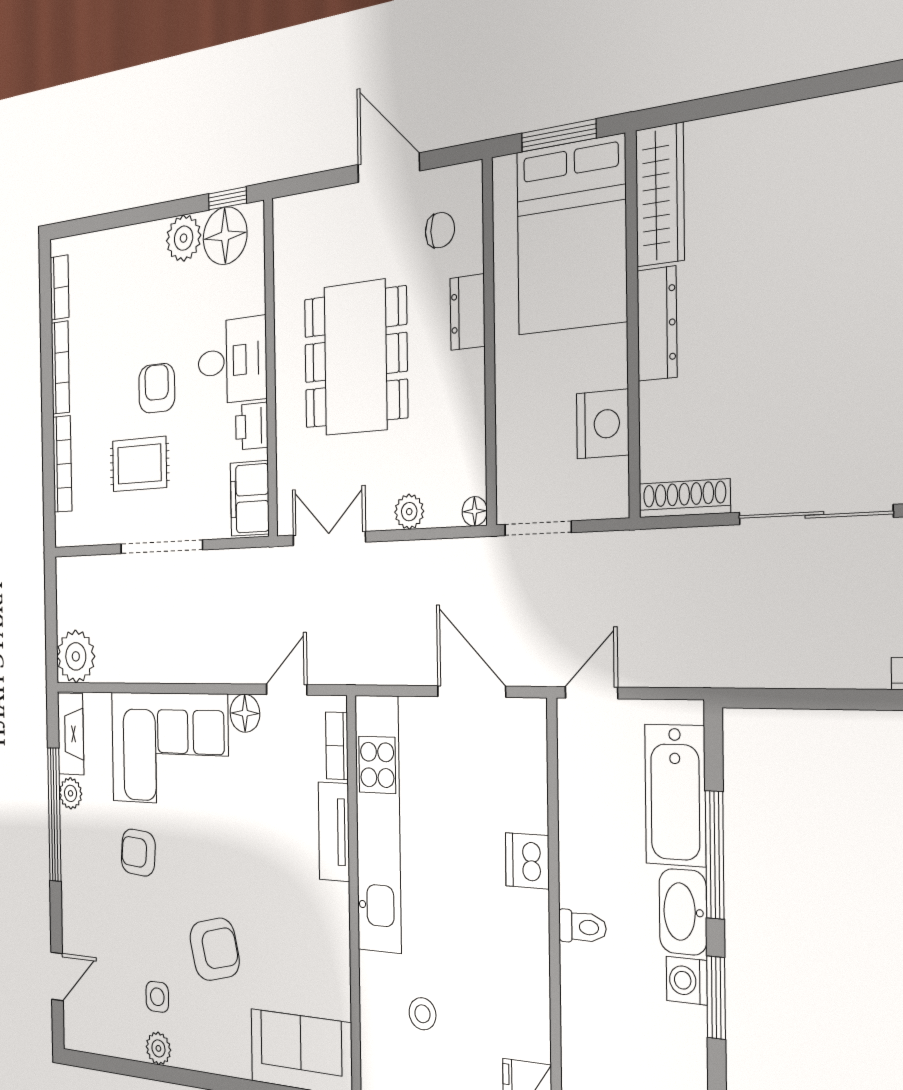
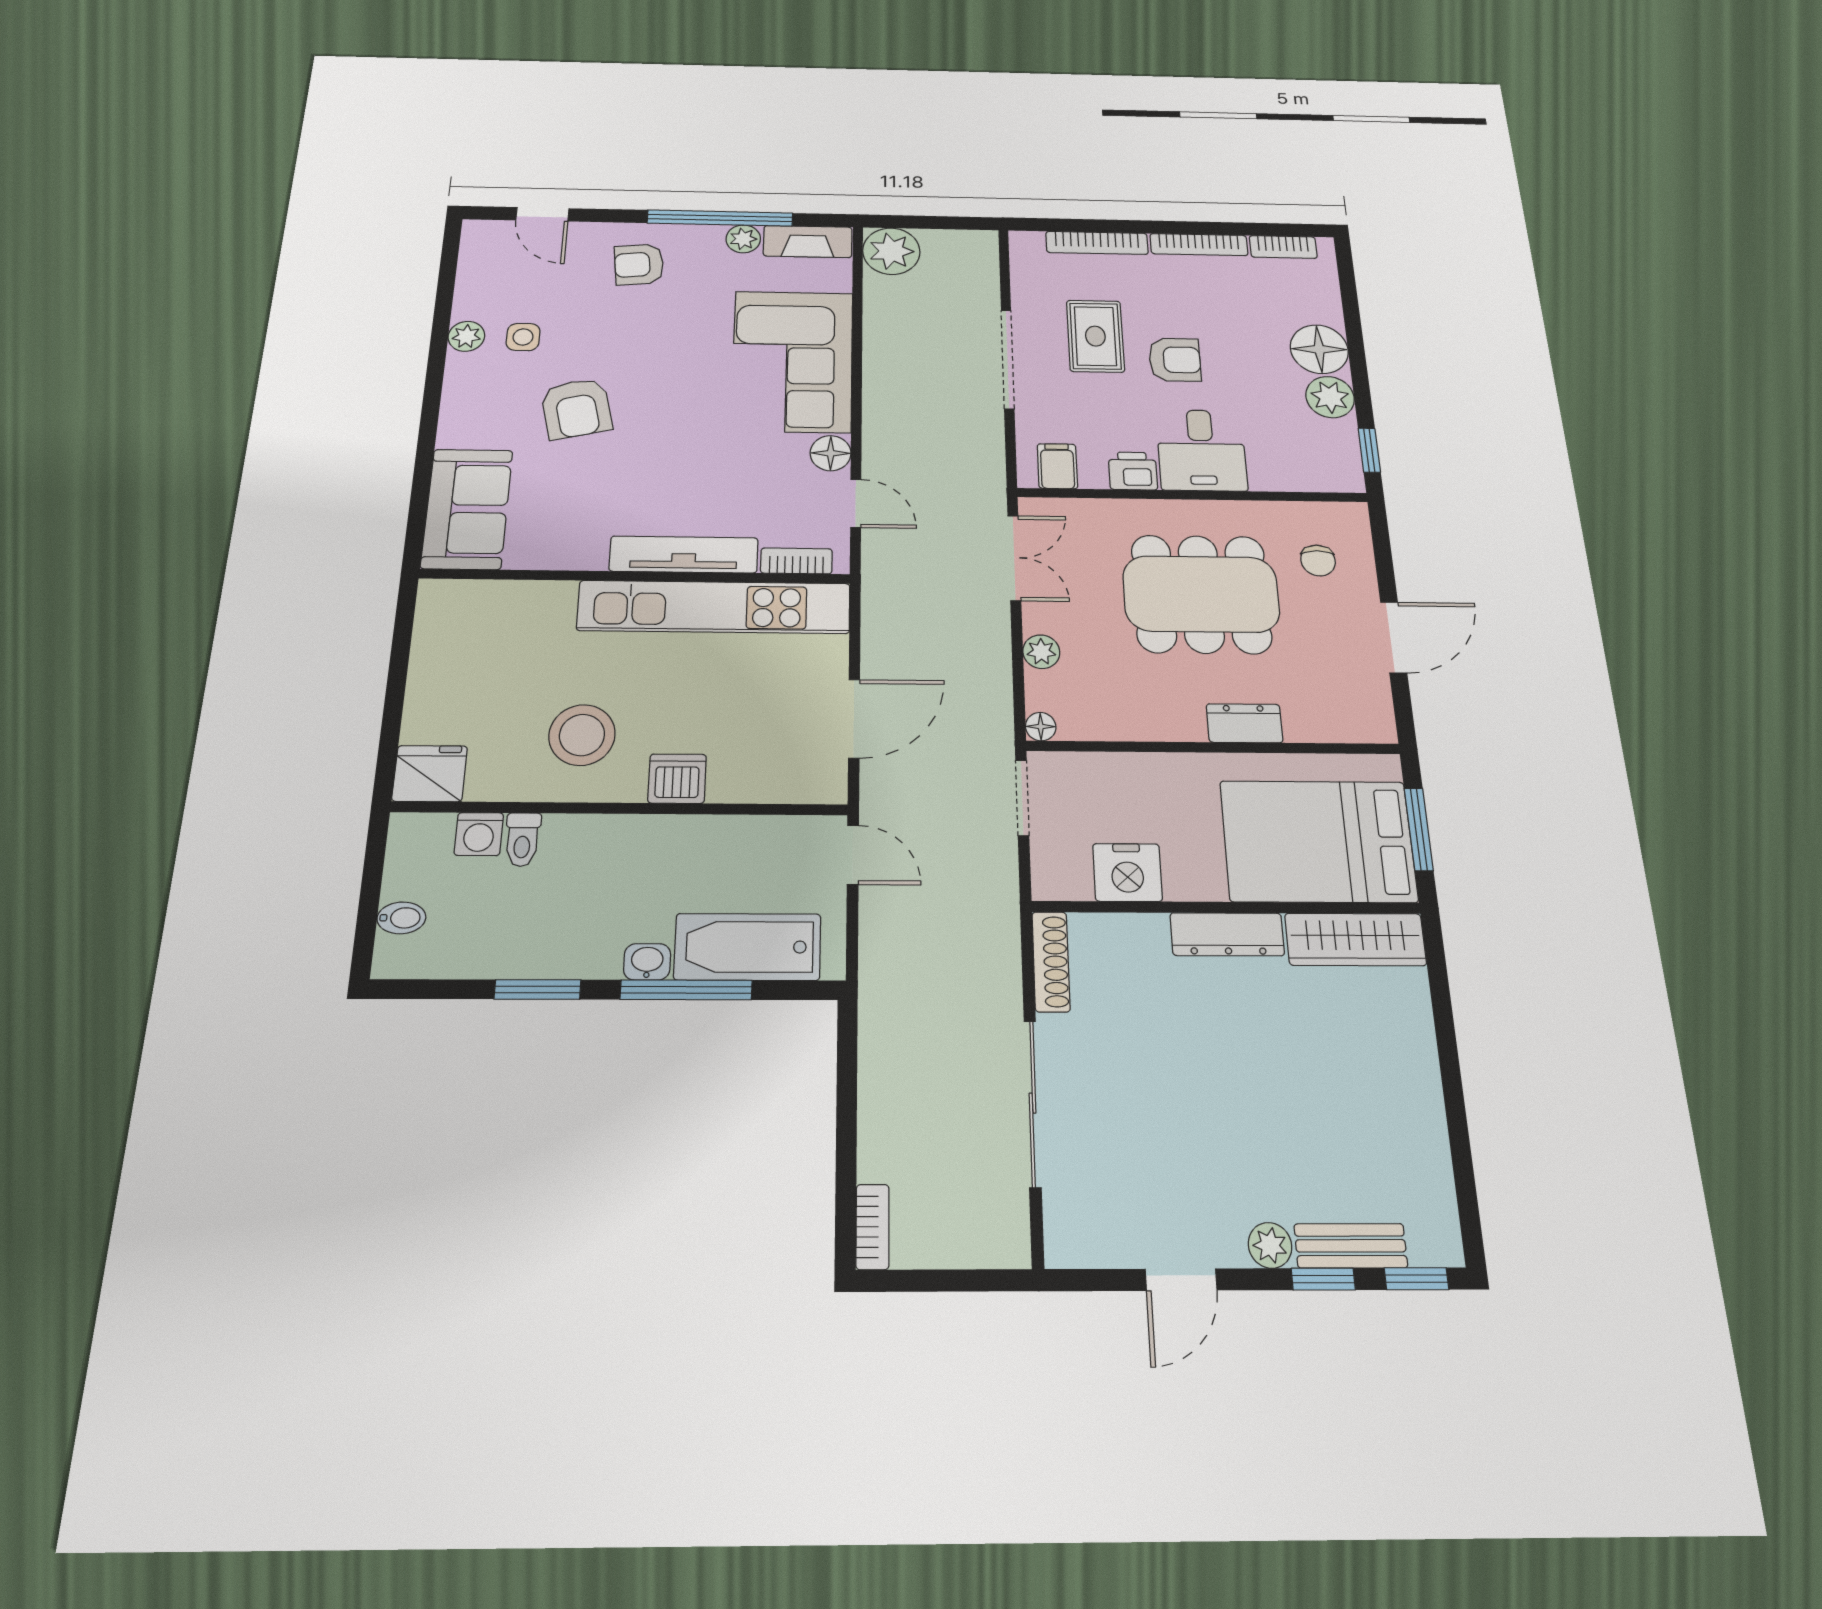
chair: (440, 230) -> (1318, 561), moved
floor lamp: (225, 236) -> (1319, 349), moved
filing cabinet: (250, 498) -> (1057, 466), width x0.50
tv unit: (334, 832) -> (684, 555), width x1.41
armchair: (138, 853) -> (639, 264), moved, turned -101
washbasin: (683, 912) -> (647, 962), width x0.52, depth x0.69
toilet: (582, 927) -> (522, 840), moved
washing machine: (687, 981) -> (479, 834), moved, turned 180
stool: (422, 1014) -> (582, 735), moved, width x1.89, depth x1.89

